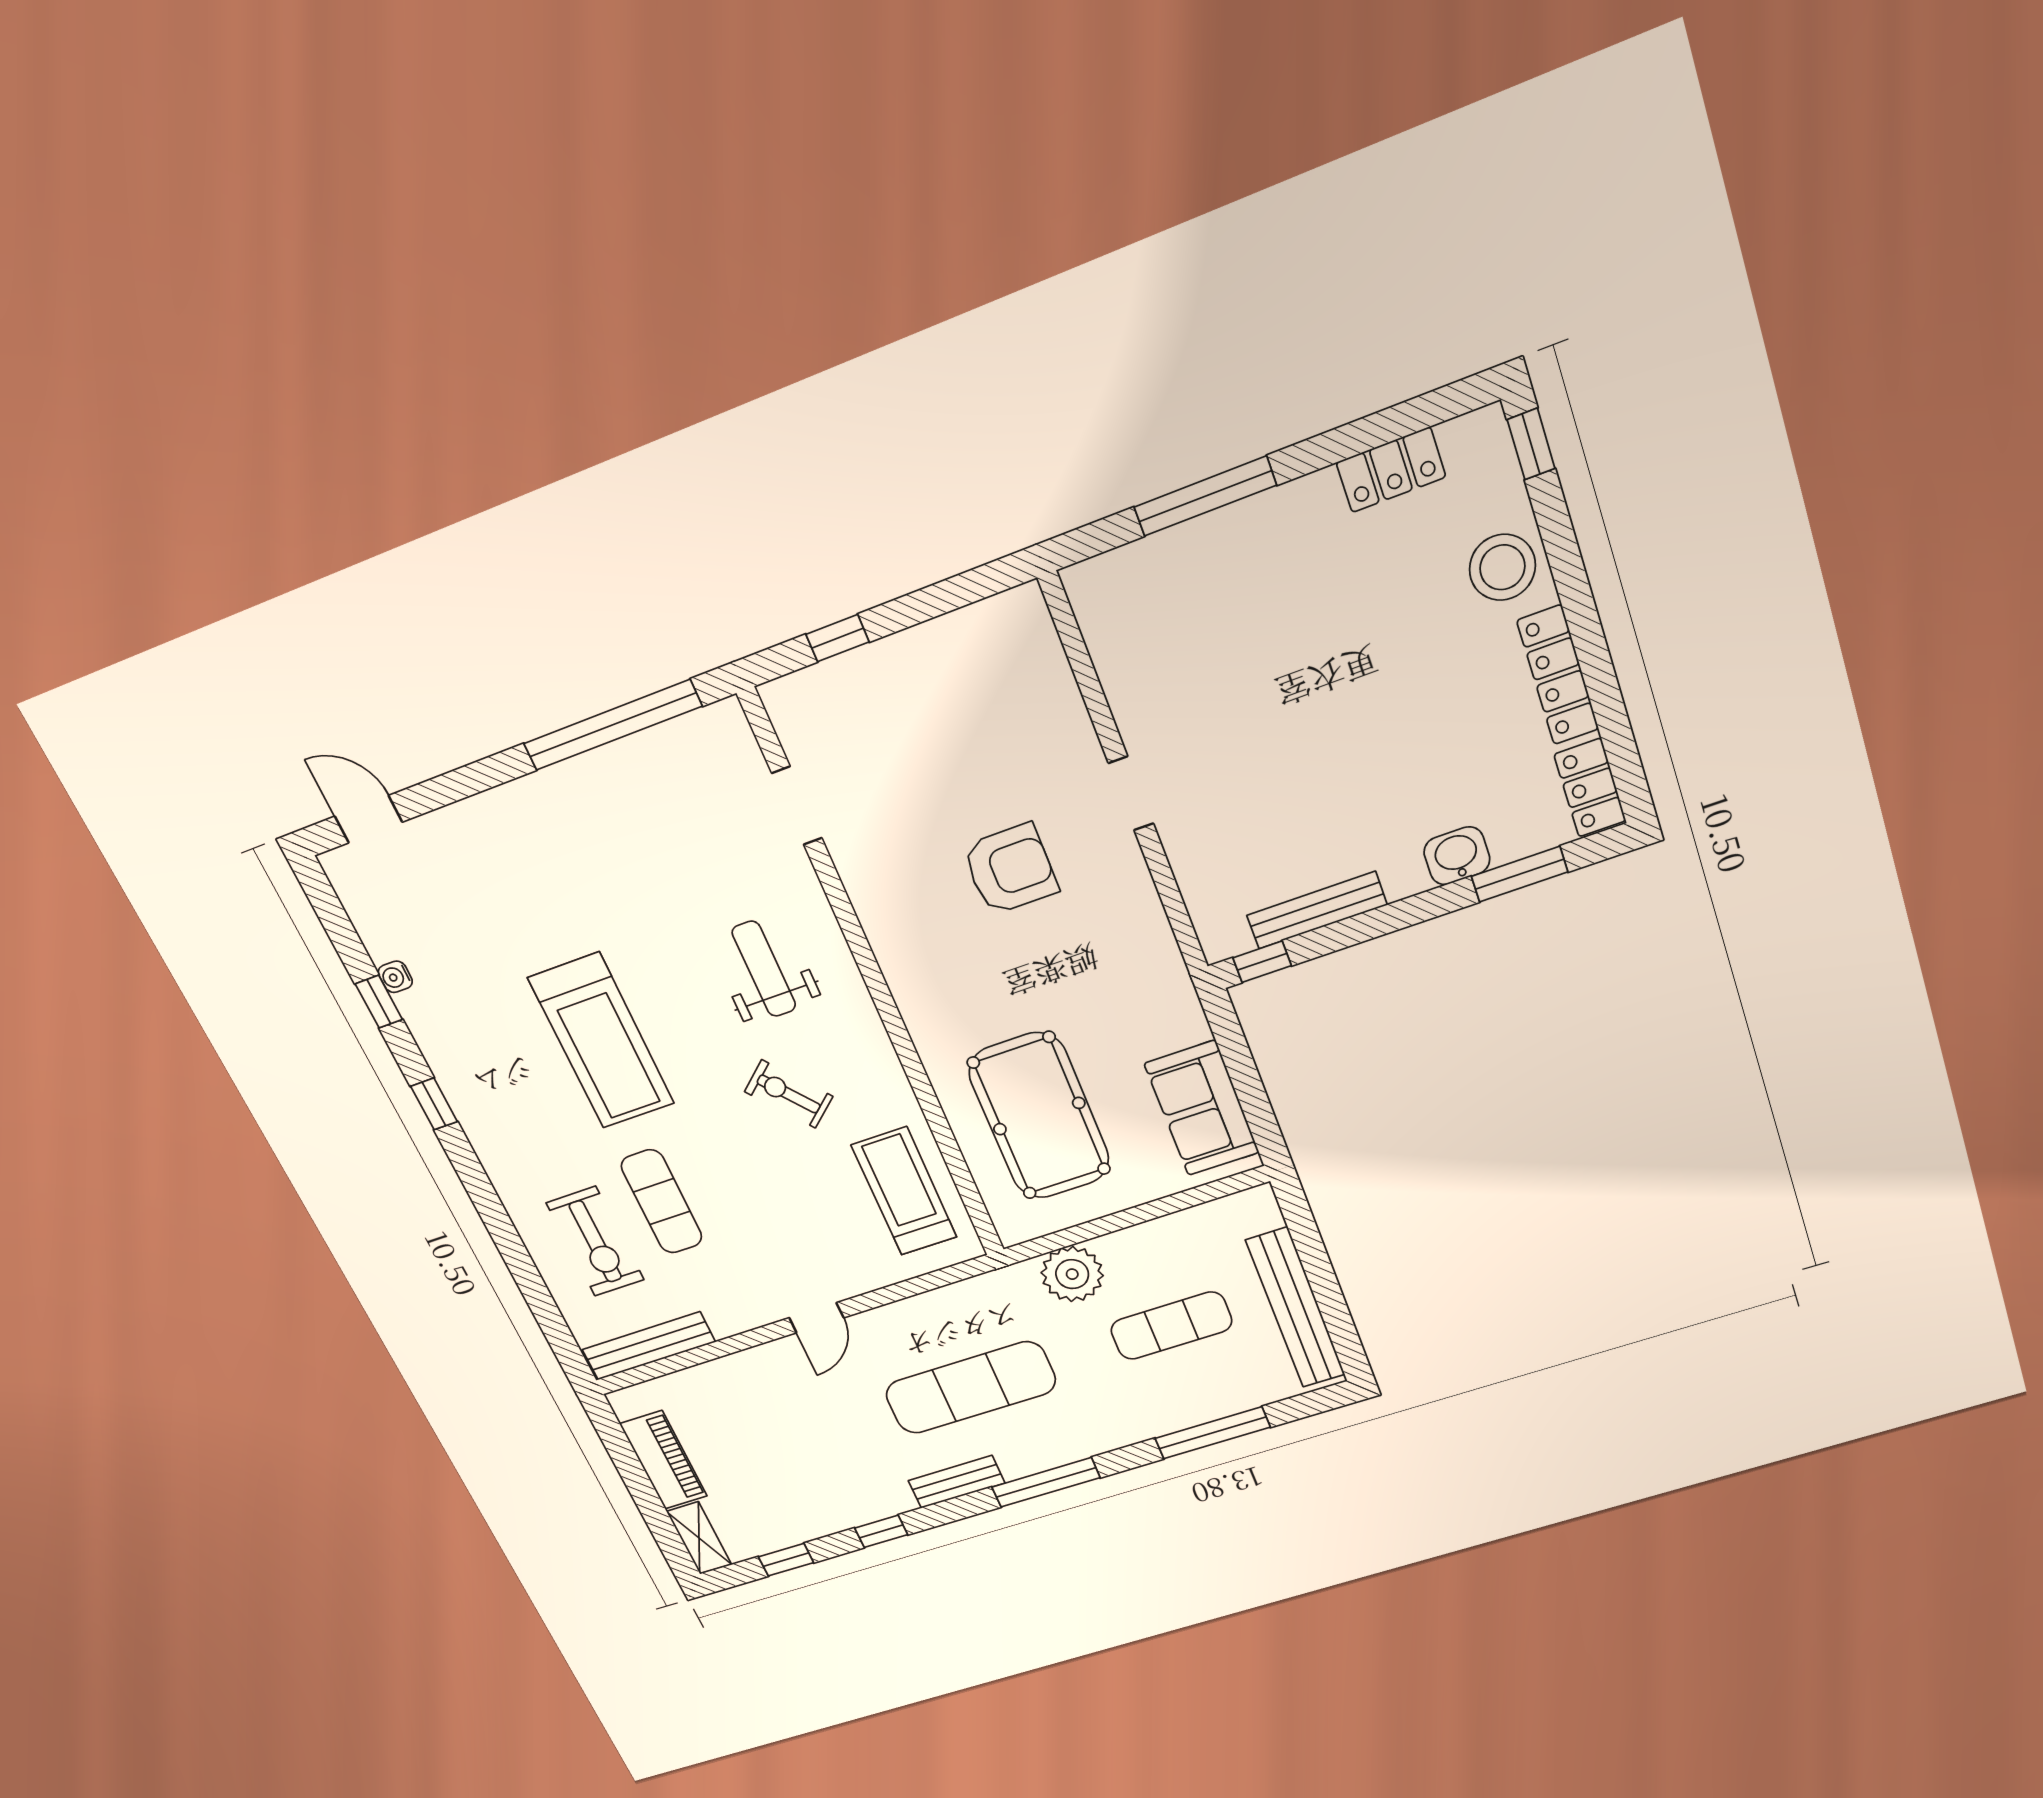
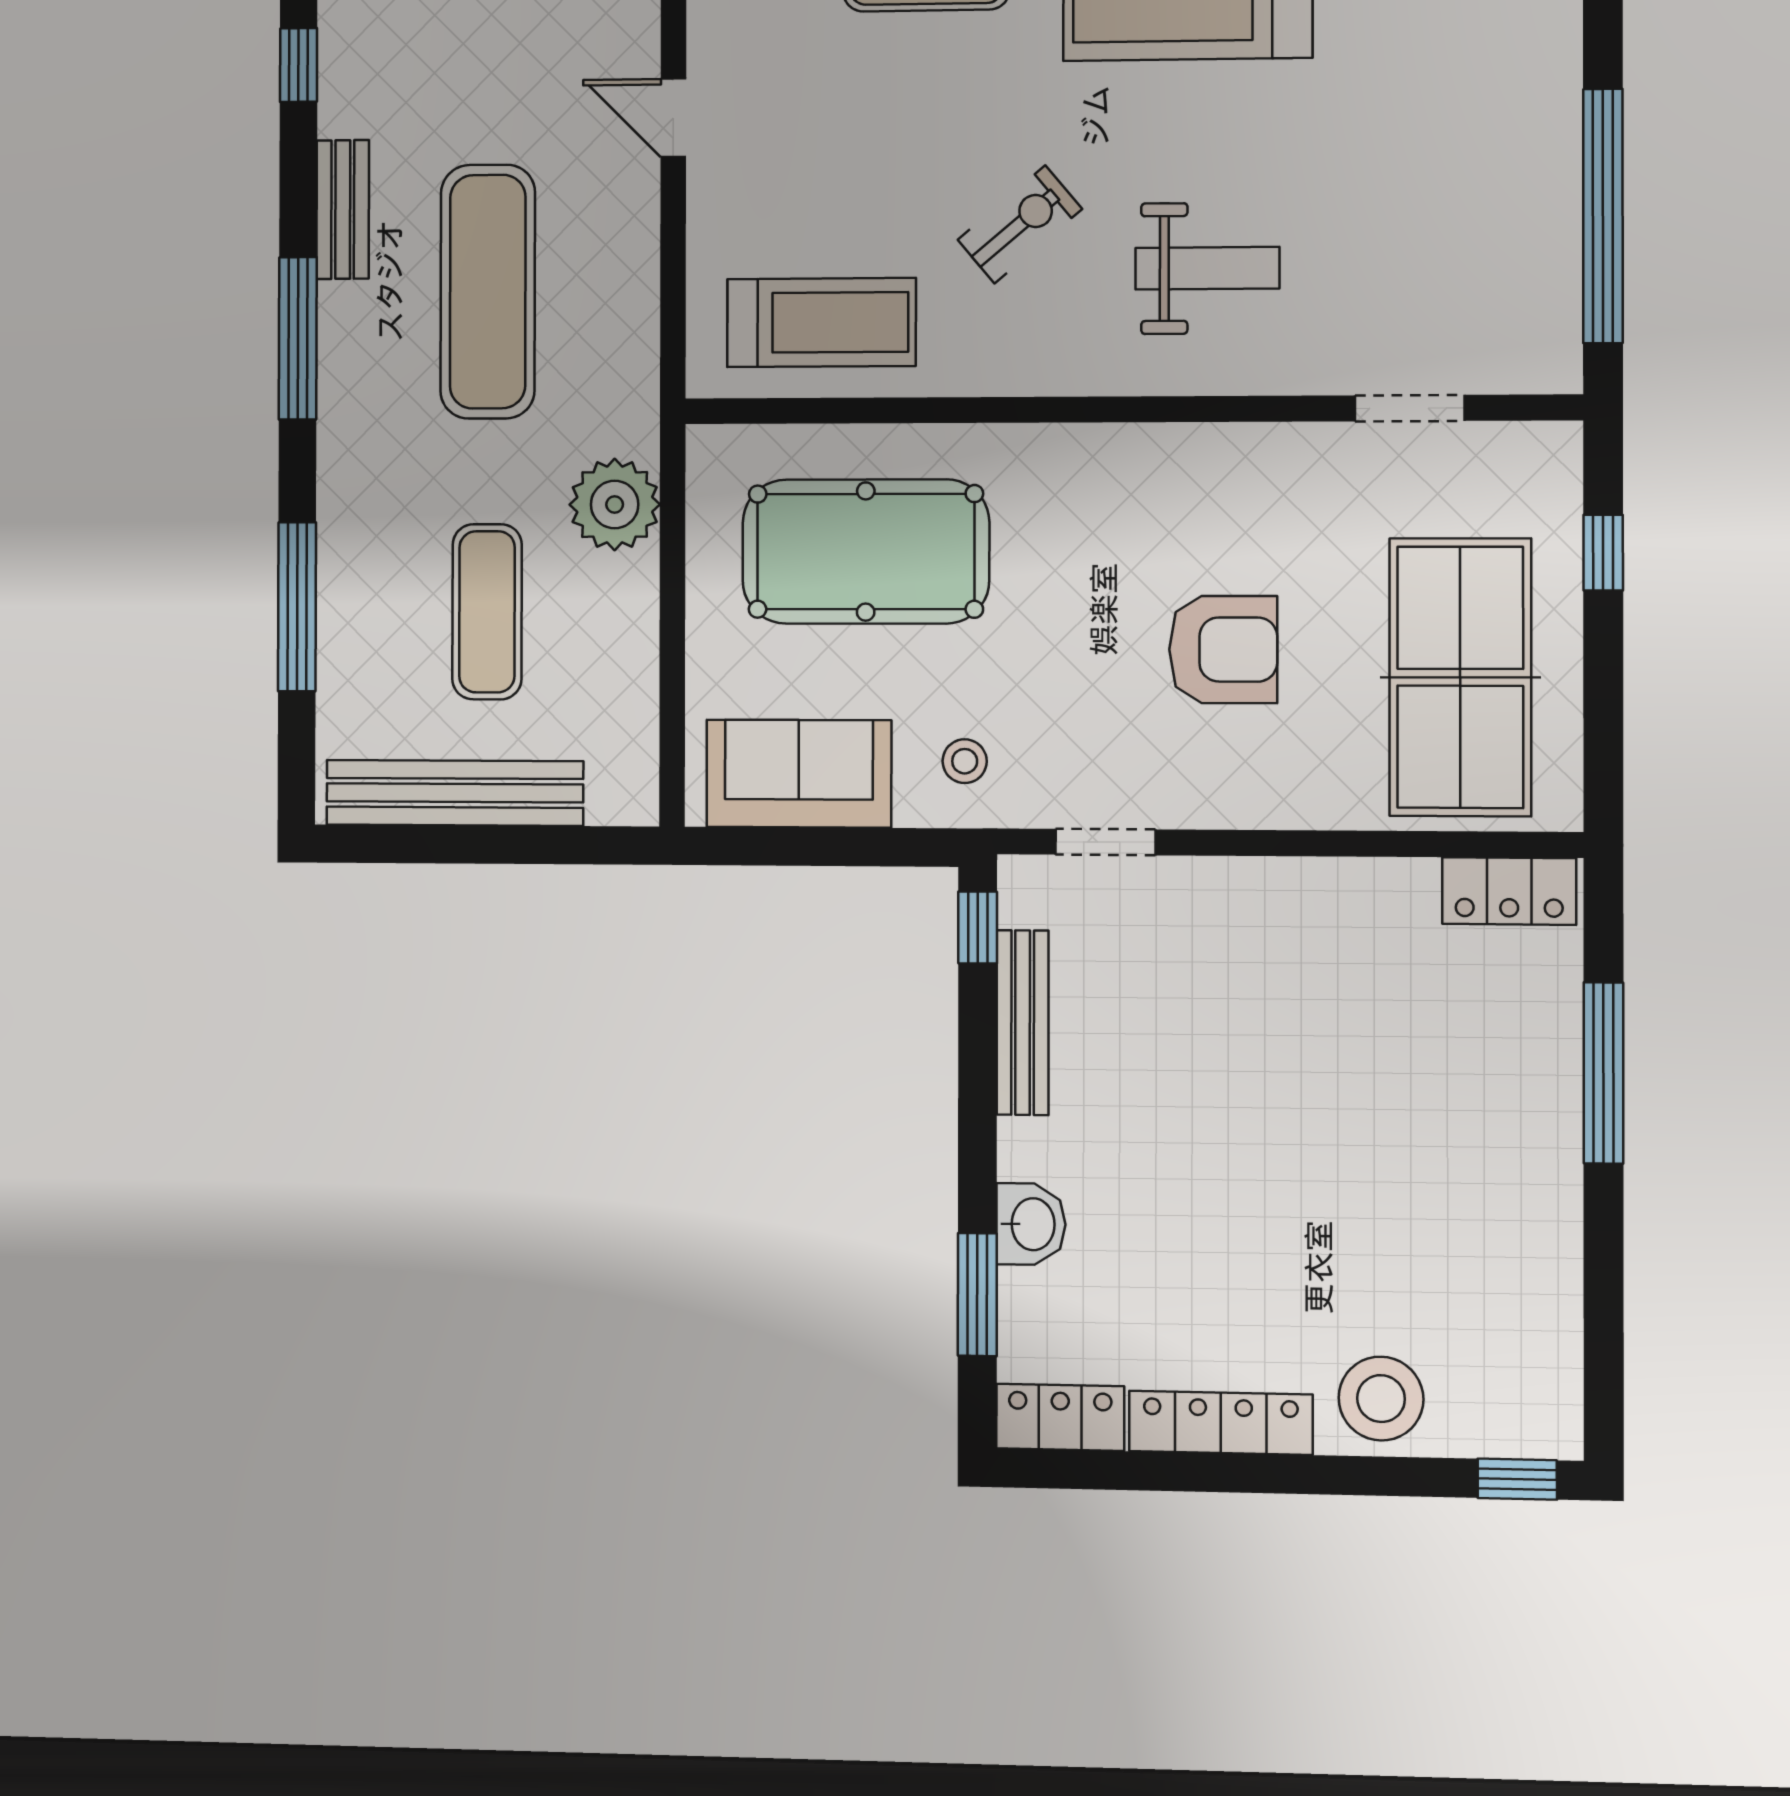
locker: (1391, 470) -> (1509, 891), moved, turned -90
table tennis table: (964, 704) -> (1460, 677), added
doorway: (1131, 793) -> (1105, 842), moved
armchair: (1010, 869) -> (1223, 649), turned -90
stool: (1153, 1008) -> (965, 761), added

